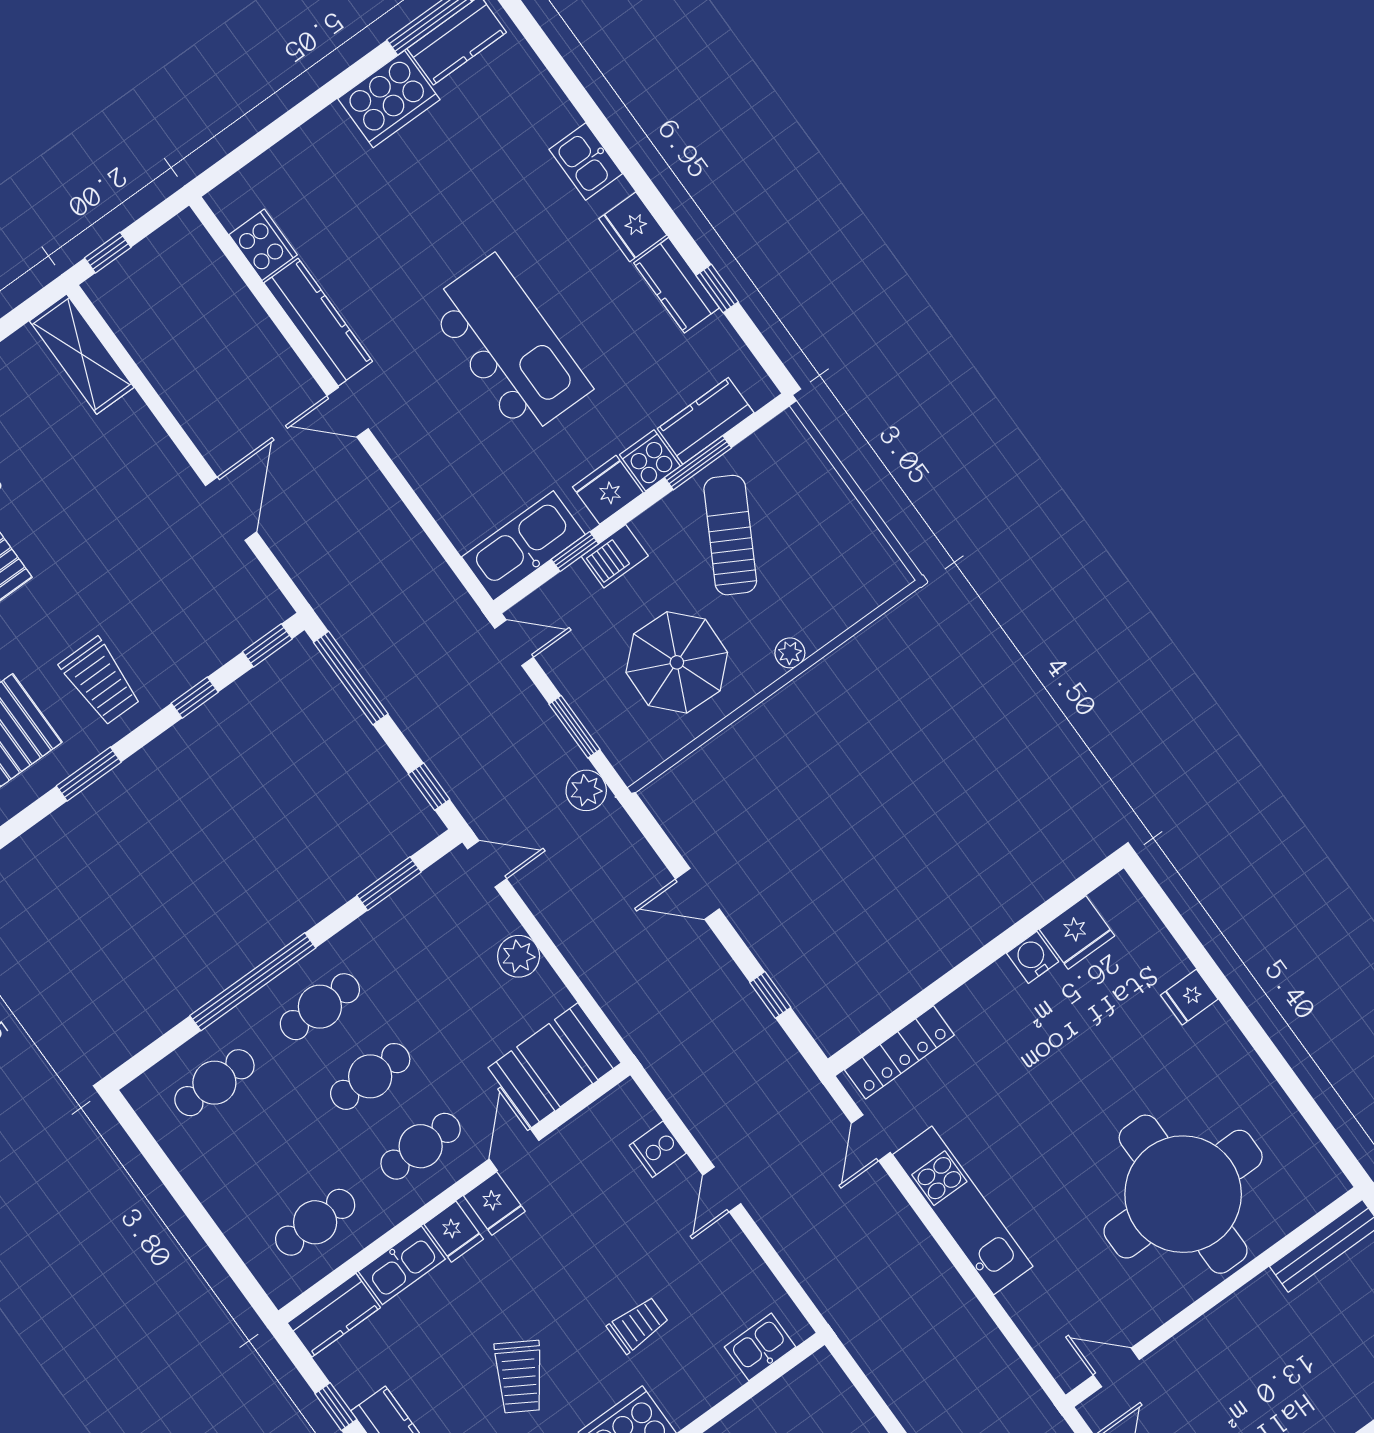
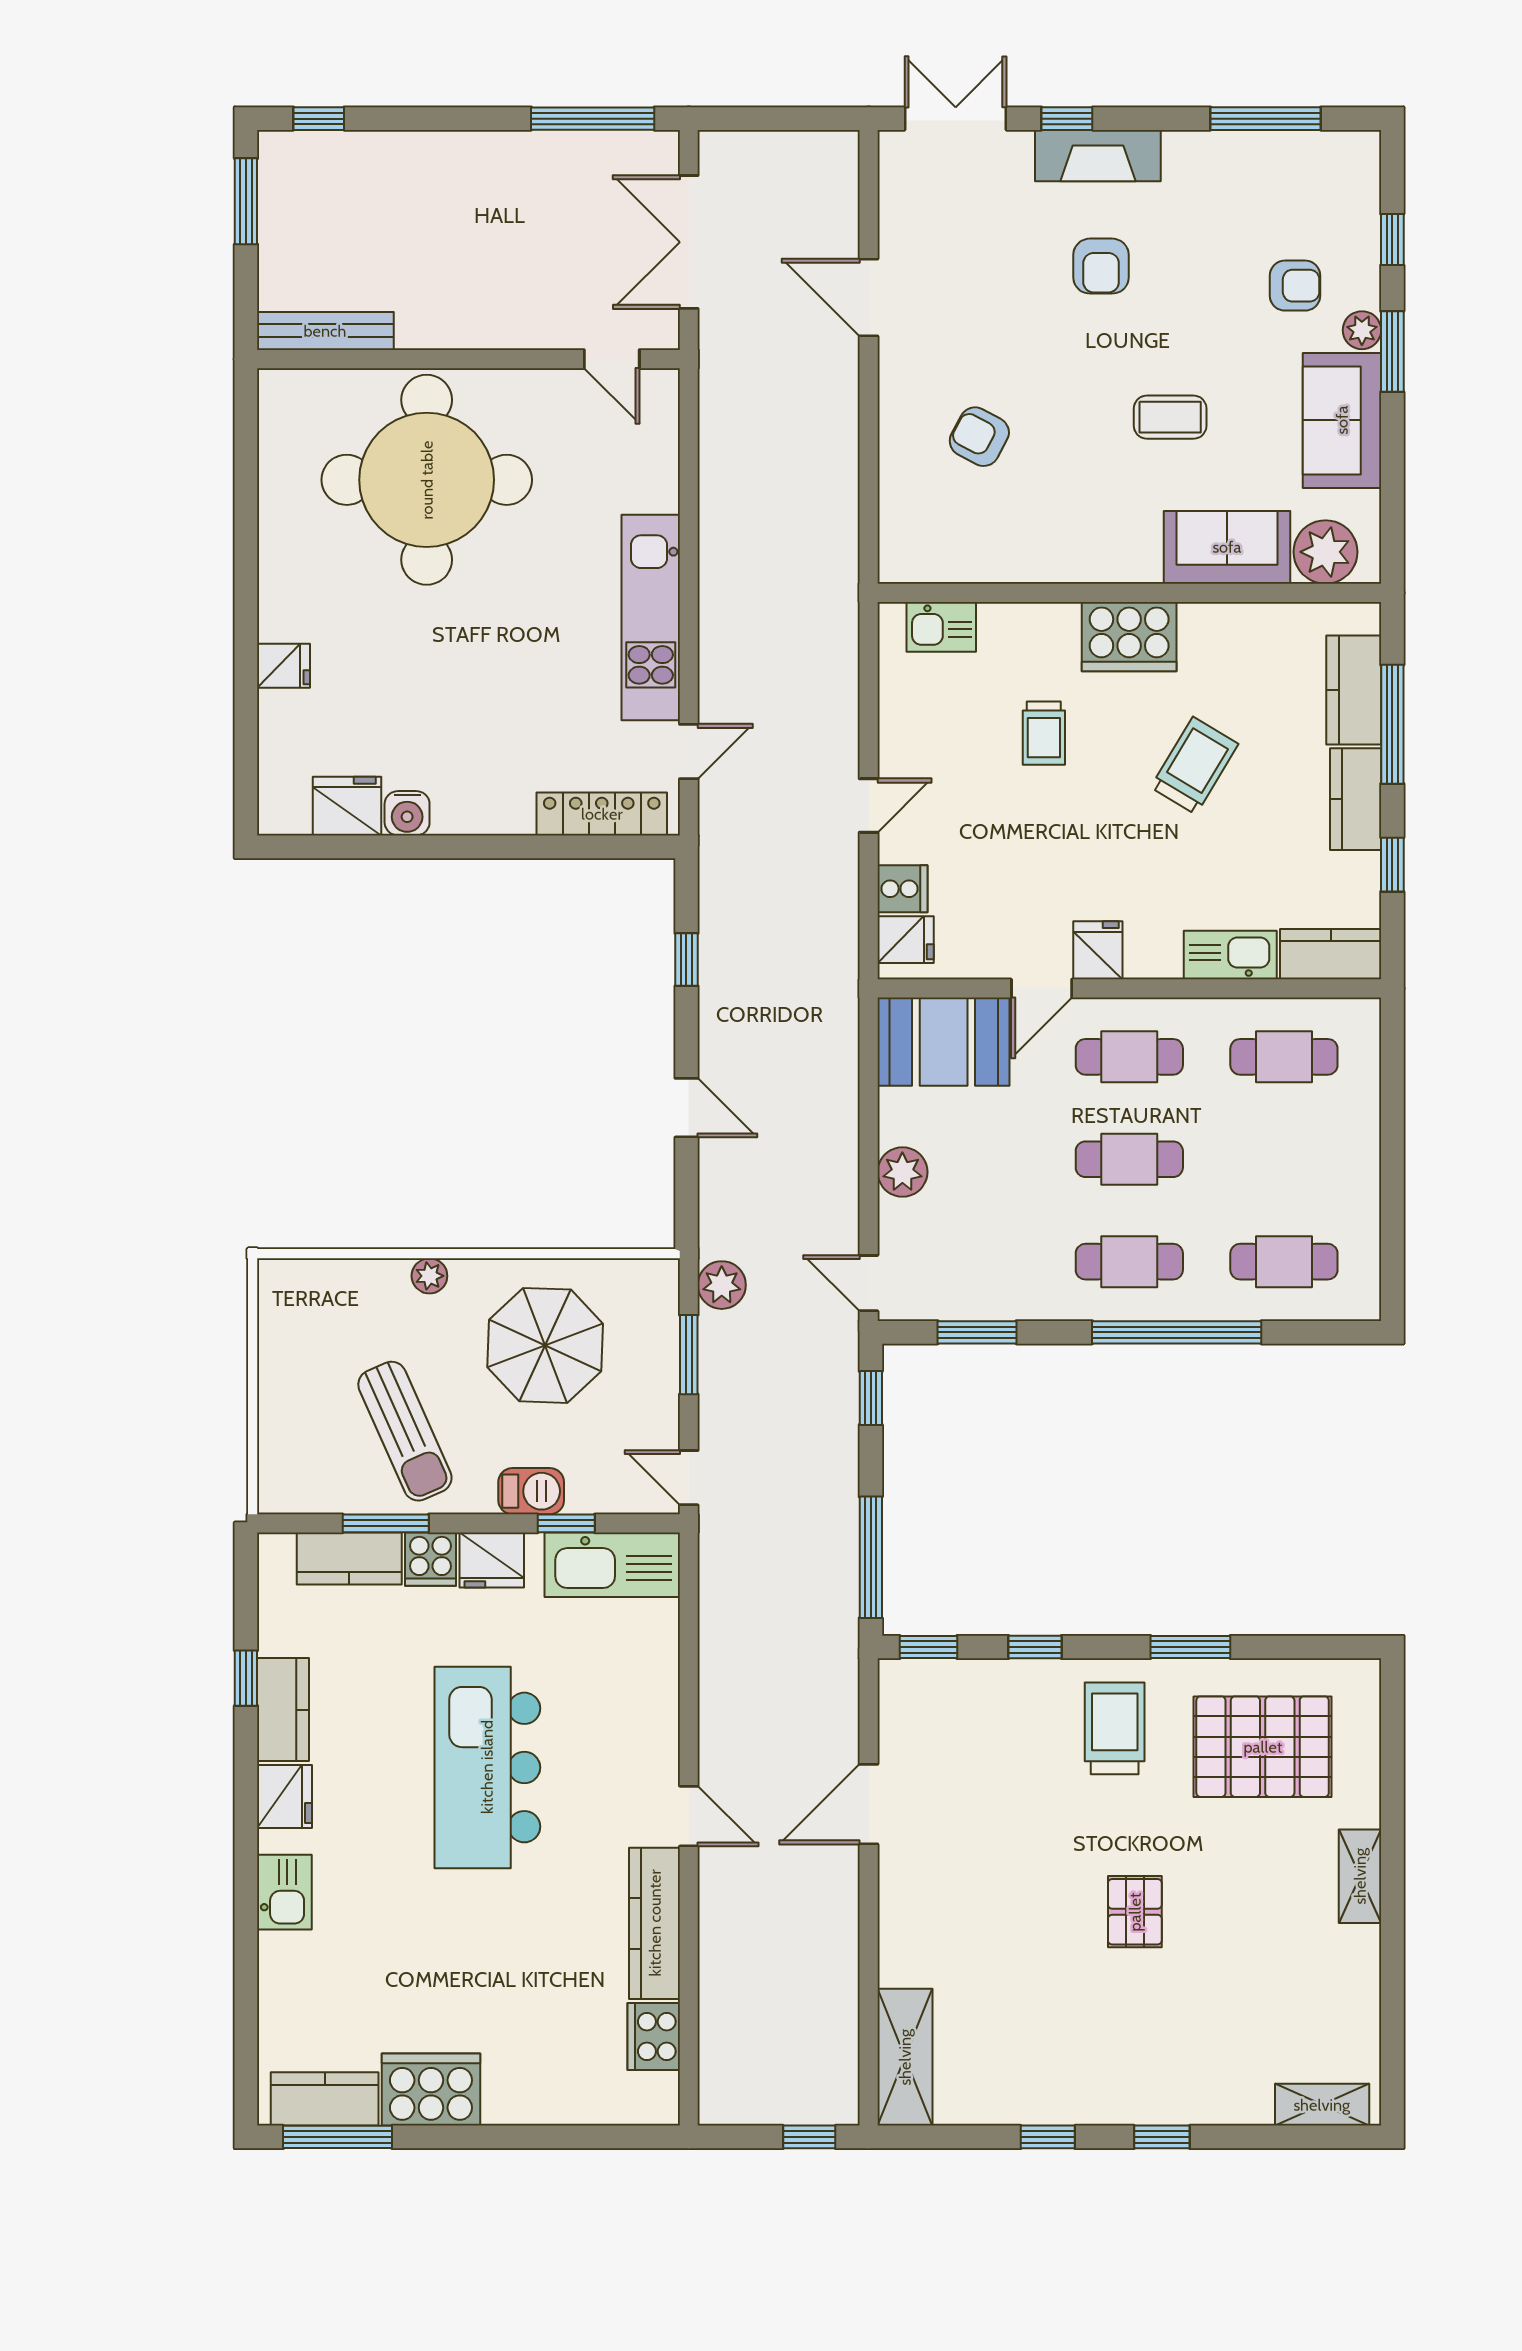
sun lounger: (730, 535) -> (405, 1431), turned -53
fridge: (454, 1232) -> (906, 940), moved, turned 90
trolley: (638, 1325) -> (1044, 733), turned -90

